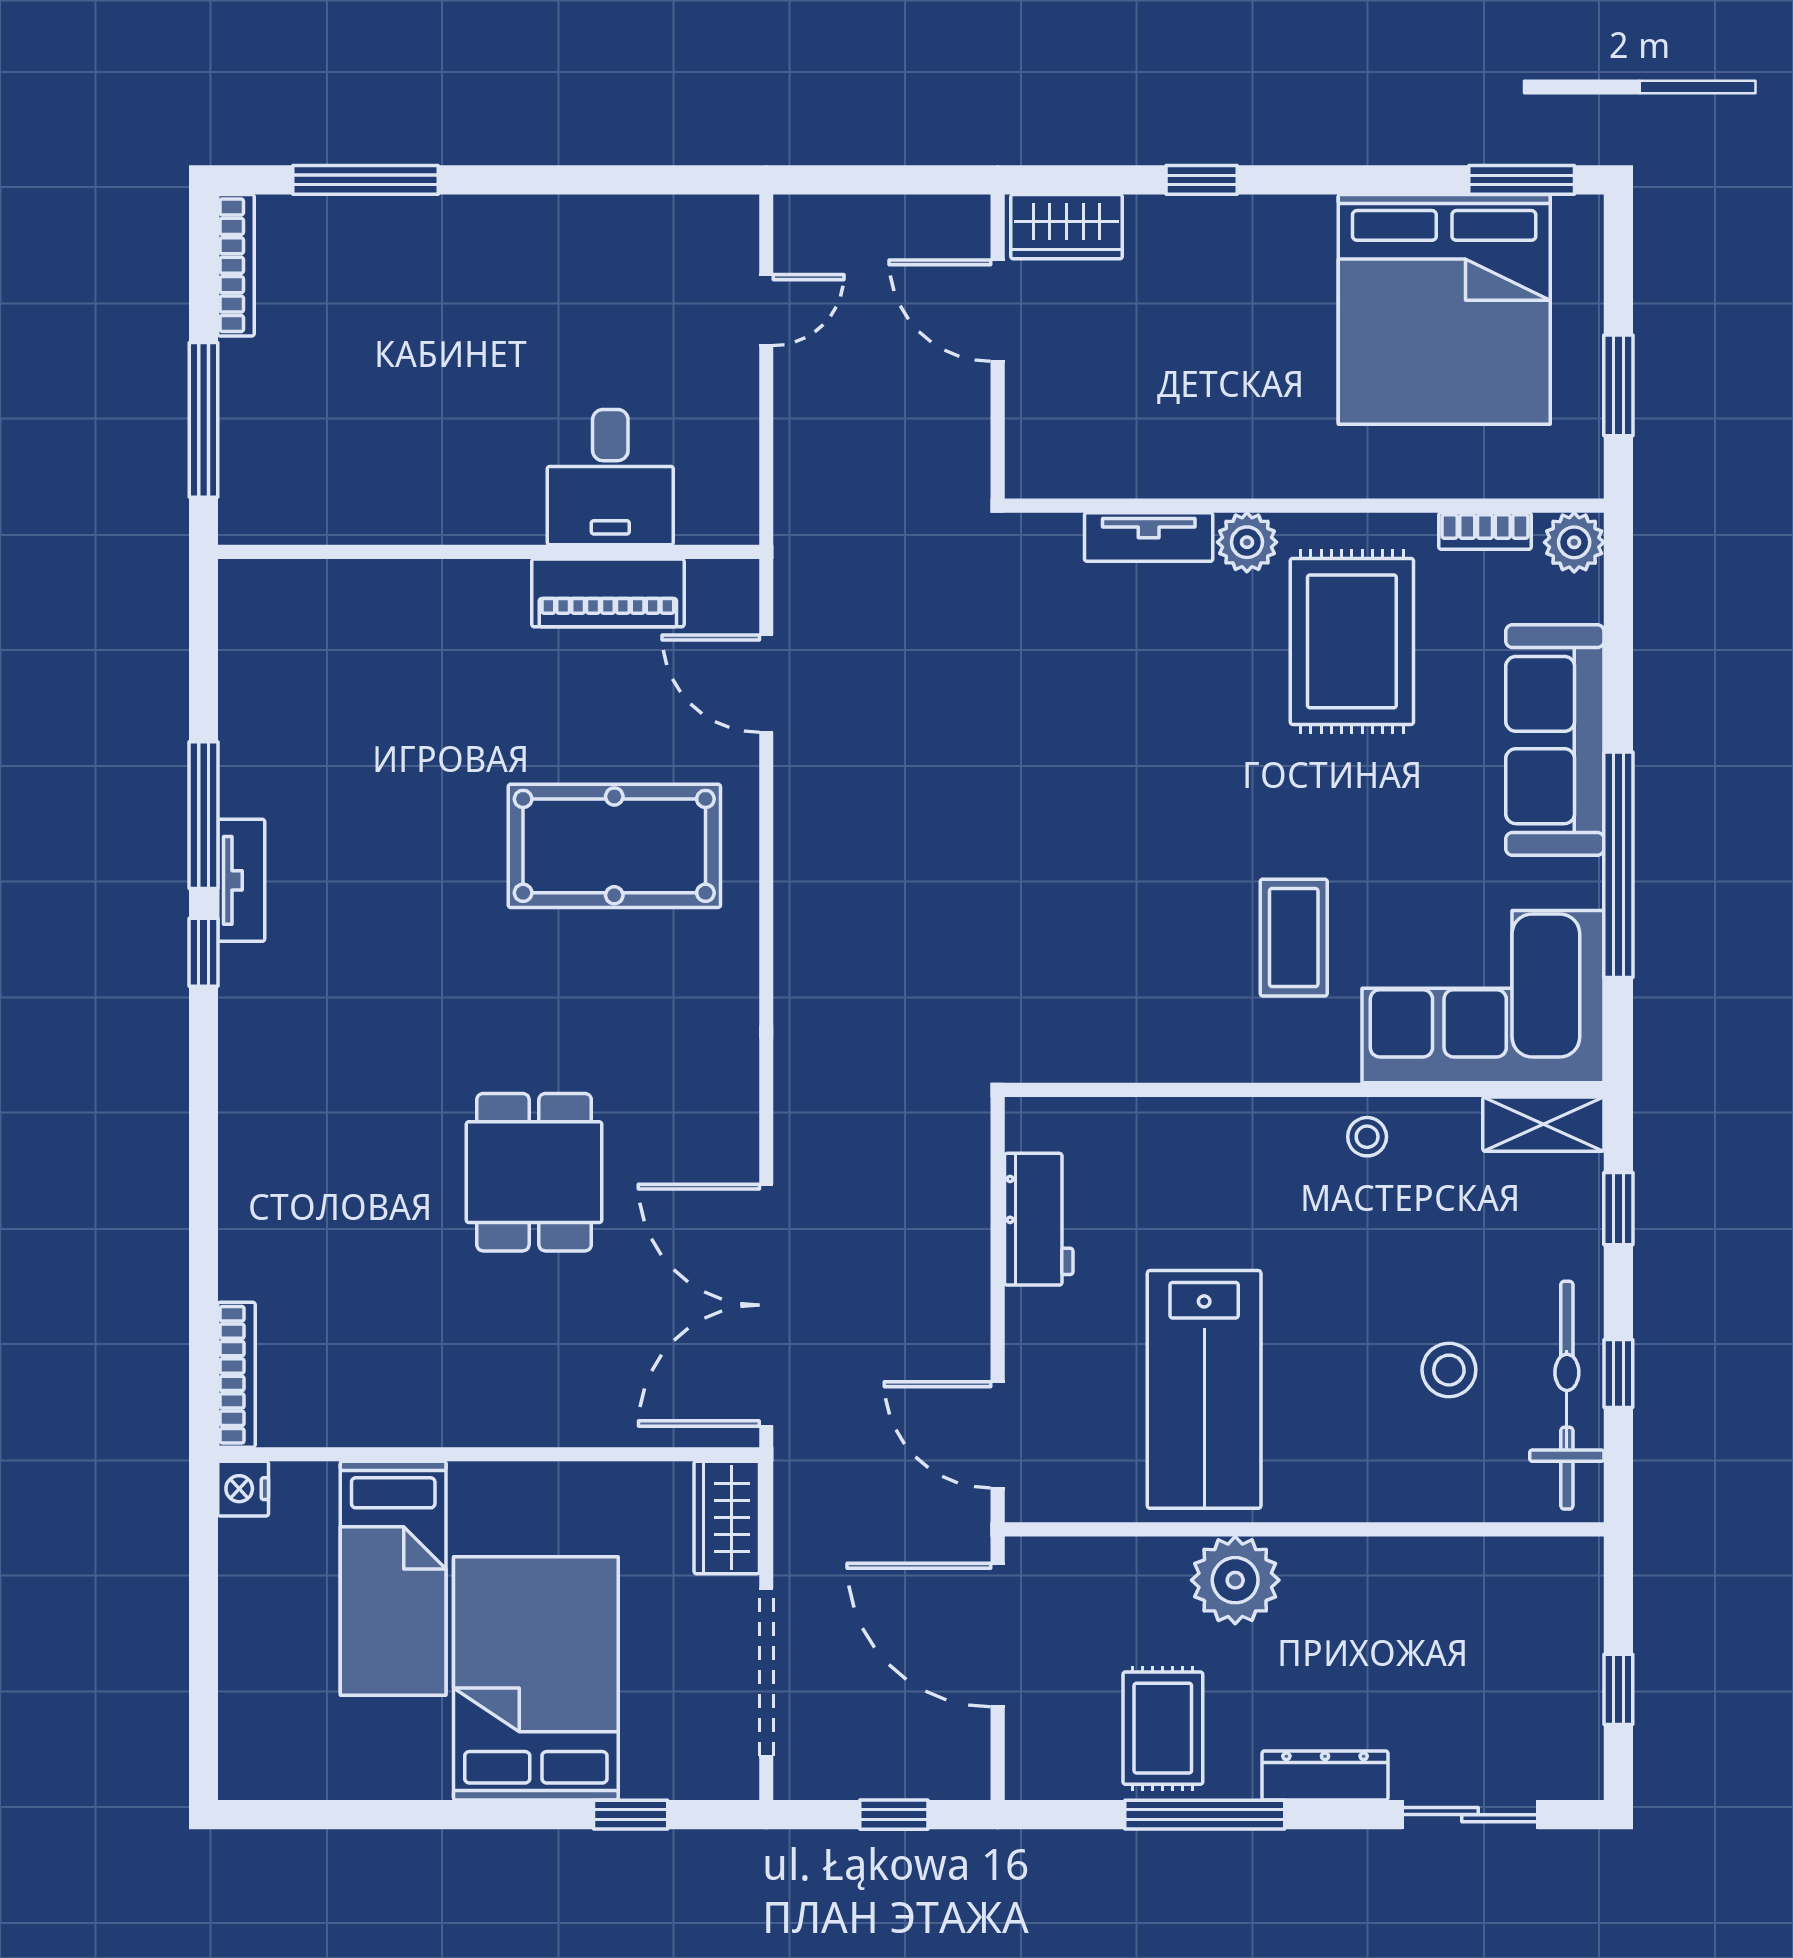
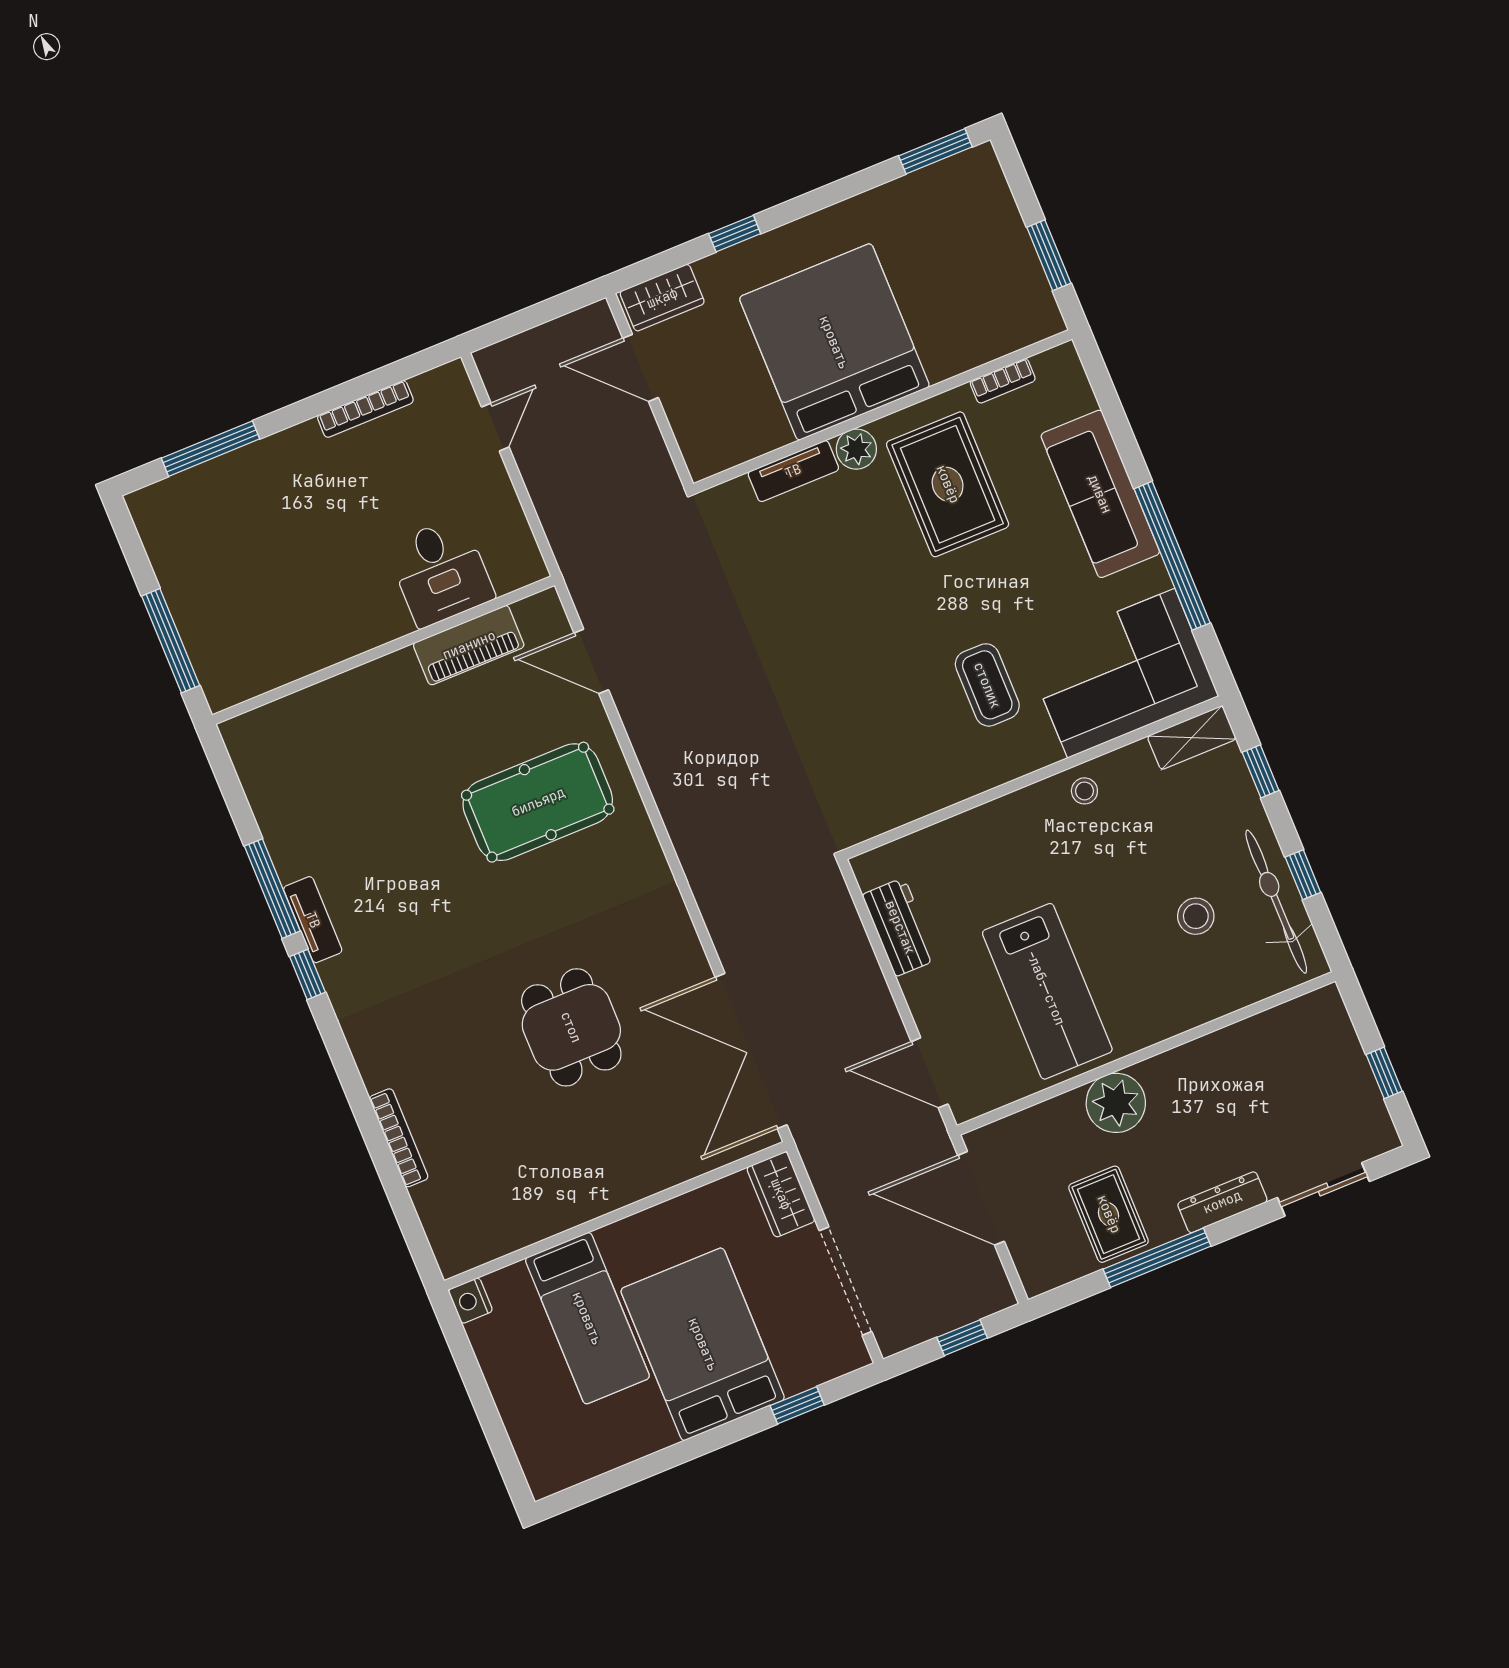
bookcase: (236, 265) -> (365, 409), moved, turned 90
bed: (1444, 309) -> (834, 342), moved, turned 180
plant: (1574, 542) -> (1061, 365), removed
bookcase: (237, 1375) -> (399, 1138), moved

